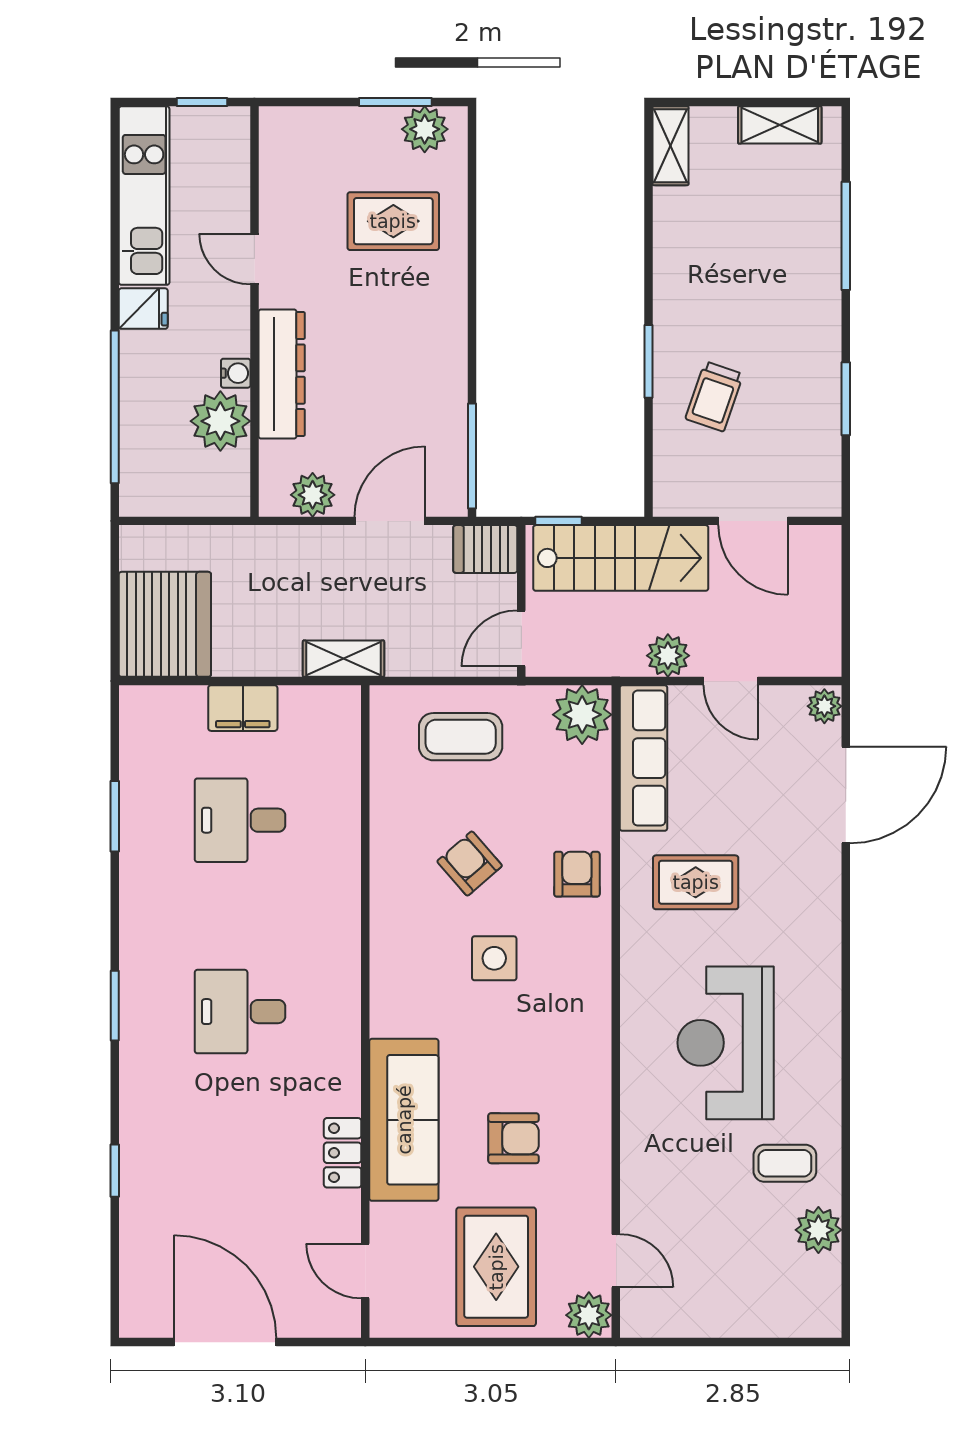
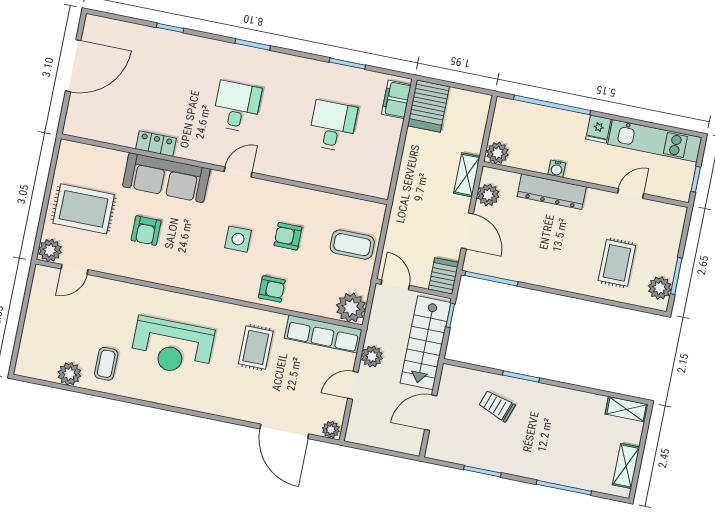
door: (254, 259) -> (631, 193), moved
plant: (220, 421) -> (497, 153), moved, width x0.73, depth x0.73
server rack: (165, 624) -> (428, 106), width x0.63
shelving: (344, 659) -> (467, 175), moved
filing cabinet: (243, 708) -> (396, 99), moved
coffee table: (461, 737) -> (352, 245), turned 90
armchair: (470, 864) -> (288, 236), turned -139
reception desk: (726, 1043) -> (172, 346), turned 180
door: (365, 1271) -> (238, 172), moved

